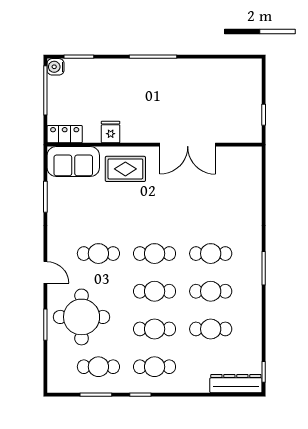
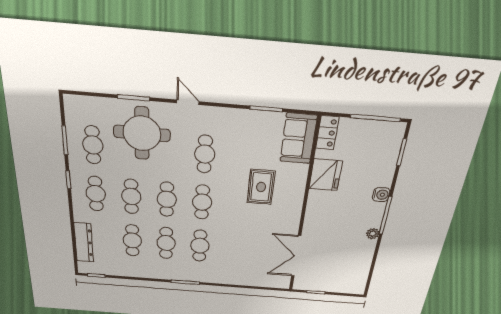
plant: (177, 65) -> (373, 234), added
water cooler: (56, 67) -> (381, 195), moved, turned 90
fridge: (111, 132) -> (326, 175), width x1.88, depth x1.34
double door: (188, 145) -> (296, 256), moved
rug: (125, 169) -> (261, 187), moved
door: (45, 272) -> (188, 102), swing flipped
dresser: (236, 384) -> (84, 242), moved

